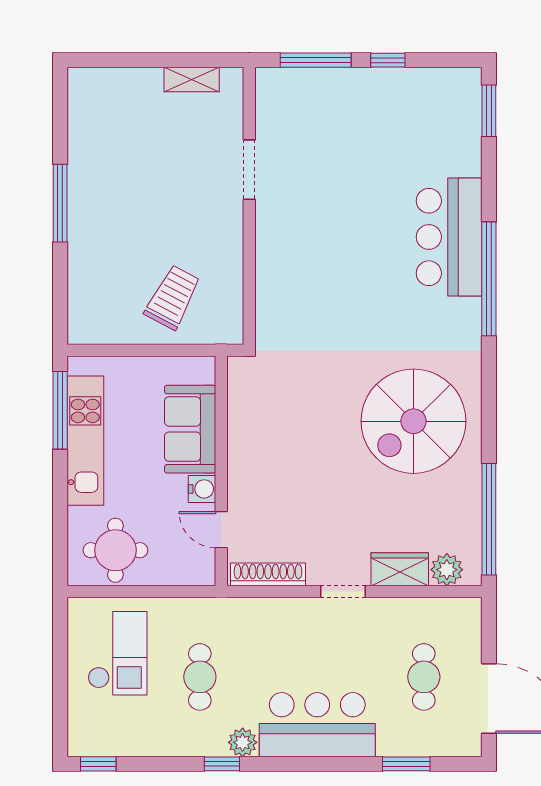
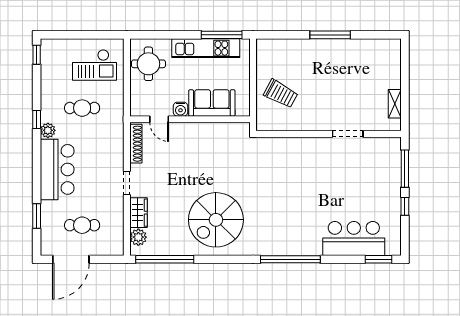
bar counter: (449, 237) -> (354, 238), moved
spiral stairs: (413, 421) -> (216, 220), turned -90
door: (221, 530) -> (159, 119), swing flipped

